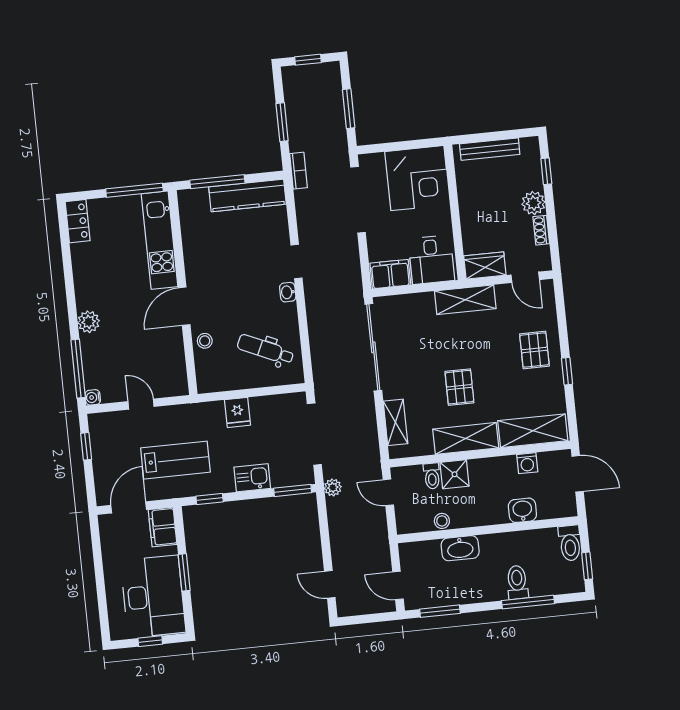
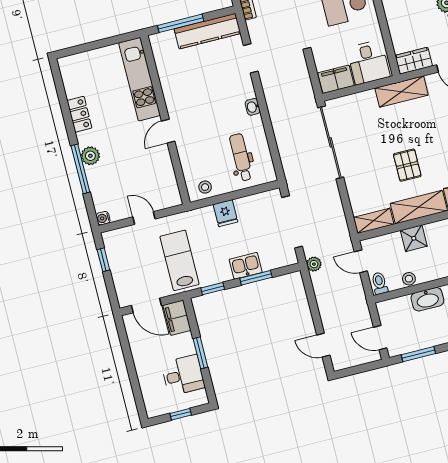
window: (134, 190) -> (113, 41), removed
locker: (78, 221) -> (79, 114), moved
doorway: (296, 262) -> (251, 58), moved
door: (184, 306) -> (168, 131), width x0.73
stool: (205, 341) -> (205, 187), moved
dental chair: (265, 349) -> (241, 157), turned 66
window: (78, 369) -> (80, 169), moved
shelving: (395, 422) -> (374, 221), moved, turned 90
lab bench: (175, 460) -> (180, 260), turned -90
toilet: (432, 476) -> (380, 283), moved, turned 180
window: (293, 490) -> (256, 278), moved
door: (129, 507) -> (146, 305), swing flipped
desk: (153, 596) -> (183, 375), width x0.53, depth x0.77

